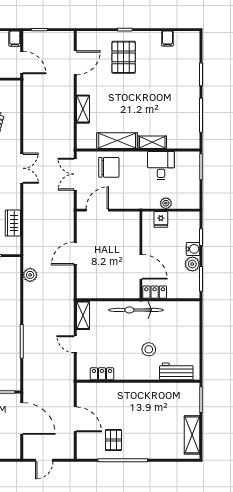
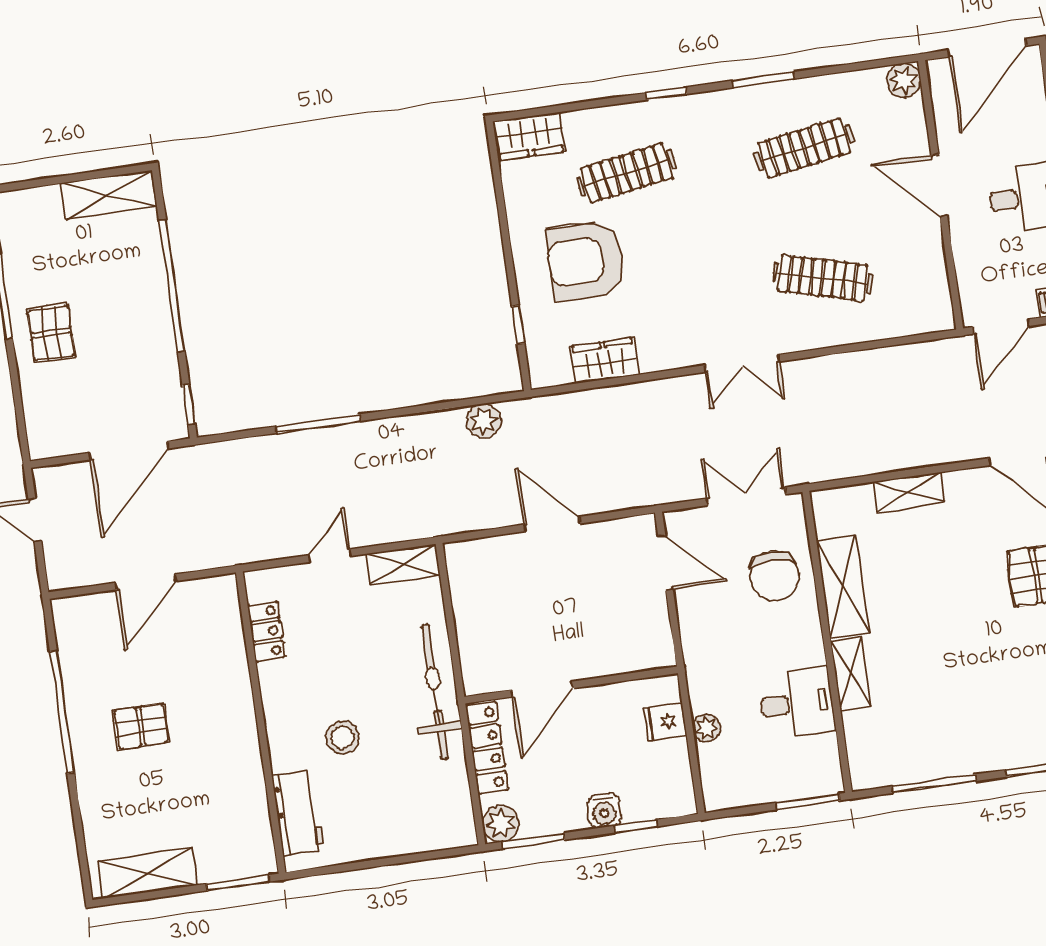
plant: (192, 264) -> (501, 824), moved
locker: (155, 292) -> (487, 748), width x1.53
pallet: (114, 440) -> (141, 726), moved

